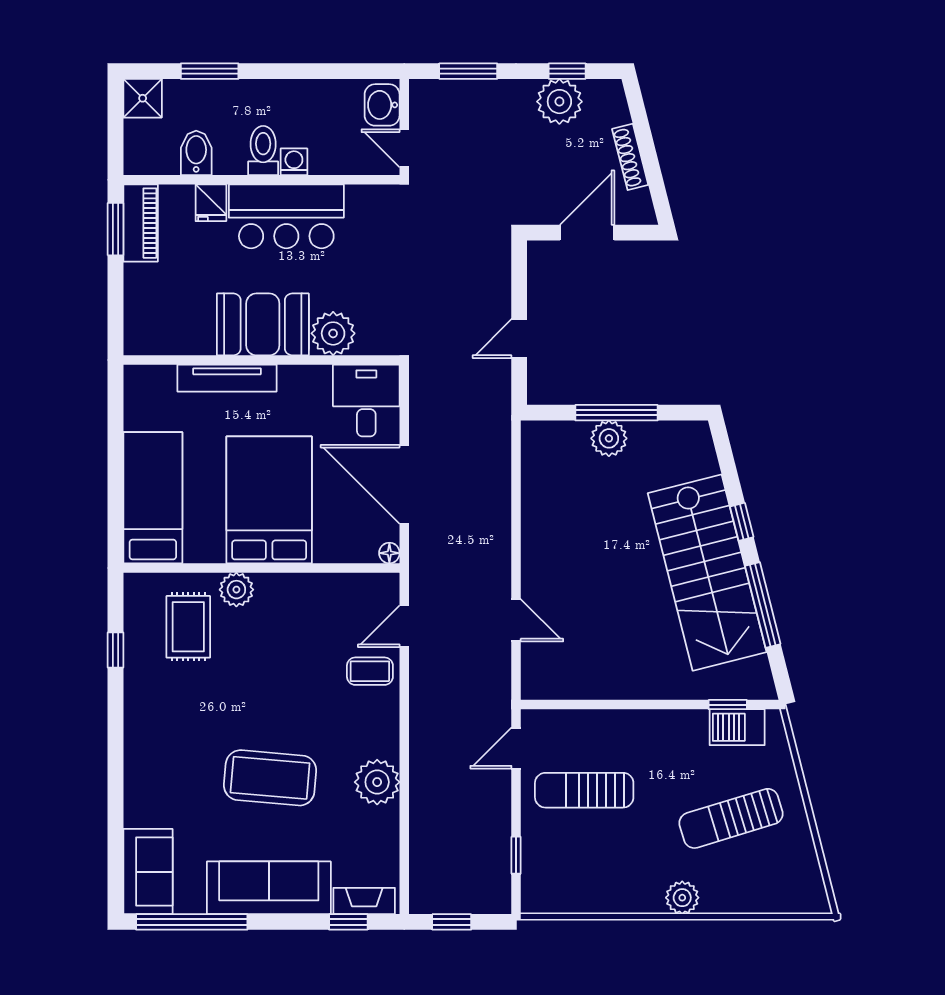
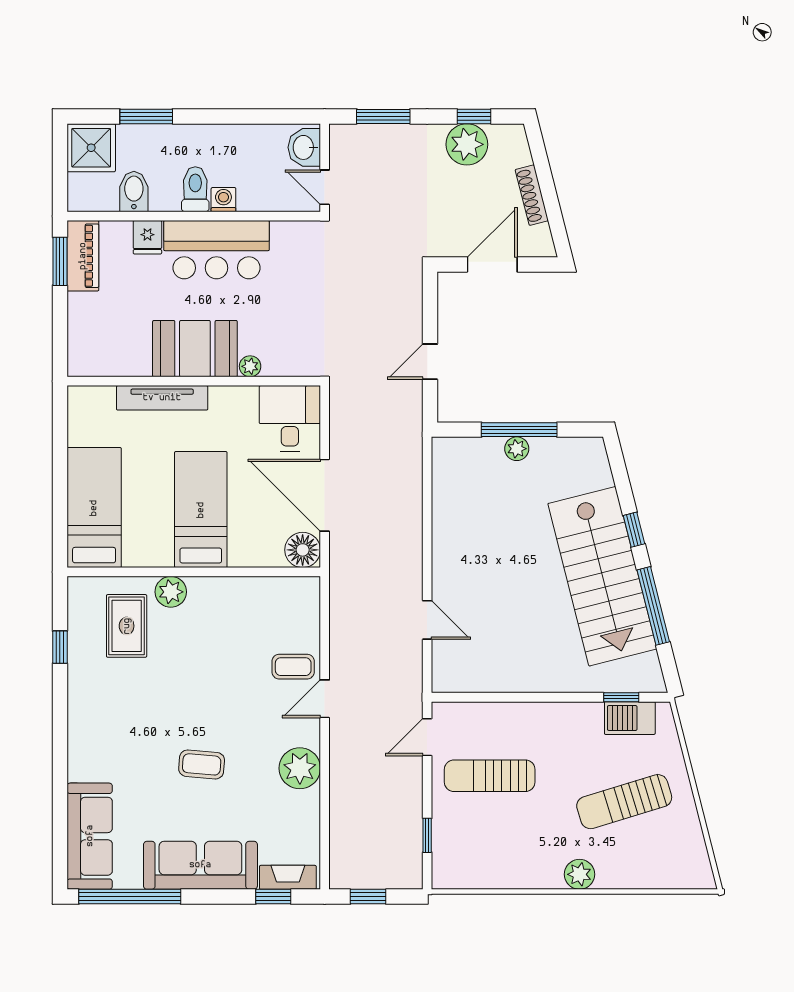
shower: (143, 98) -> (91, 148), width x1.36, depth x1.36
plant: (333, 333) -> (250, 366), width x0.53, depth x0.53
plant: (609, 438) -> (517, 449), width x0.73, depth x0.73
bed: (269, 500) -> (201, 510), width x0.67
floor lamp: (389, 553) -> (303, 550), width x1.89, depth x1.89
door: (404, 626) -> (325, 699), moved
coffee table: (270, 778) -> (202, 764), width x0.54, depth x0.58
sofa: (148, 872) -> (90, 836), width x1.36

